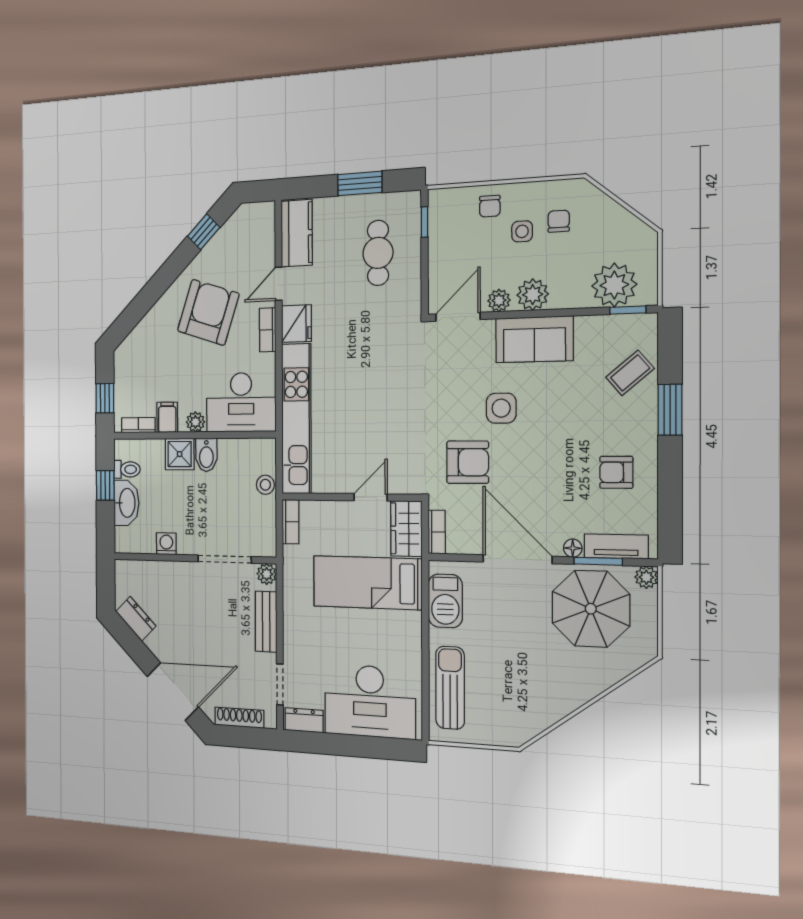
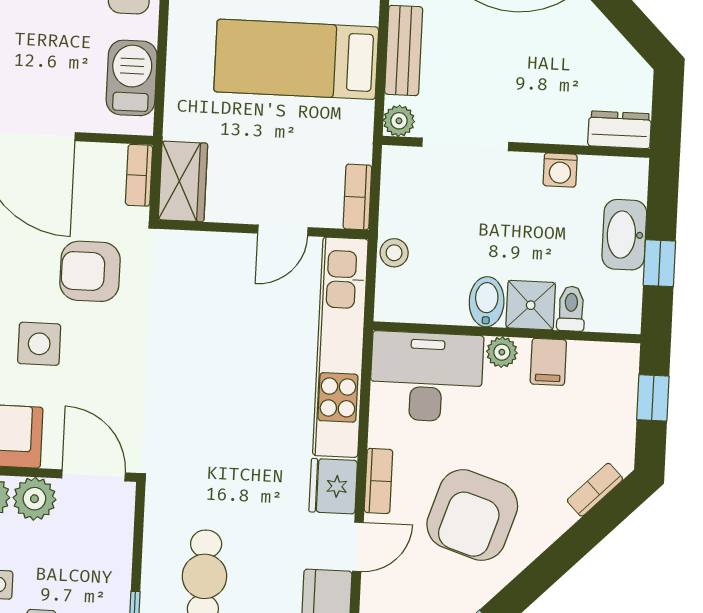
plant: (499, 300) -> (34, 499), width x1.38, depth x1.38
door: (458, 317) -> (93, 475), swing flipped
bookcase: (138, 425) -> (595, 490), moved, turned 135
toilet: (127, 469) -> (571, 309), moved, turned 90
door: (371, 497) -> (283, 230), moved
bed: (367, 583) -> (296, 59), moved, turned 180
dresser: (136, 619) -> (620, 130), moved, turned 135

